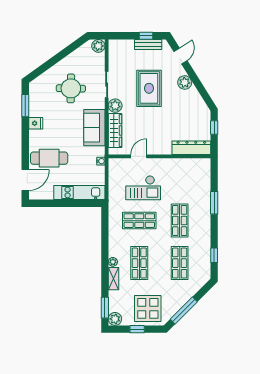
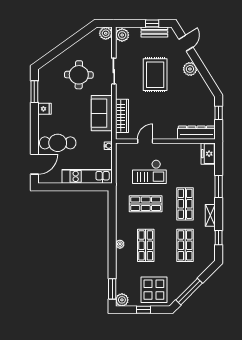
plant: (115, 106) -> (122, 35), moved
freezer: (203, 169) -> (208, 154), added
shelving: (113, 279) -> (210, 215), moved

